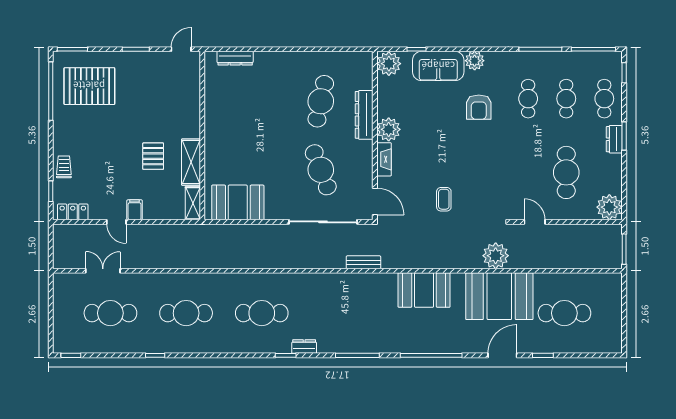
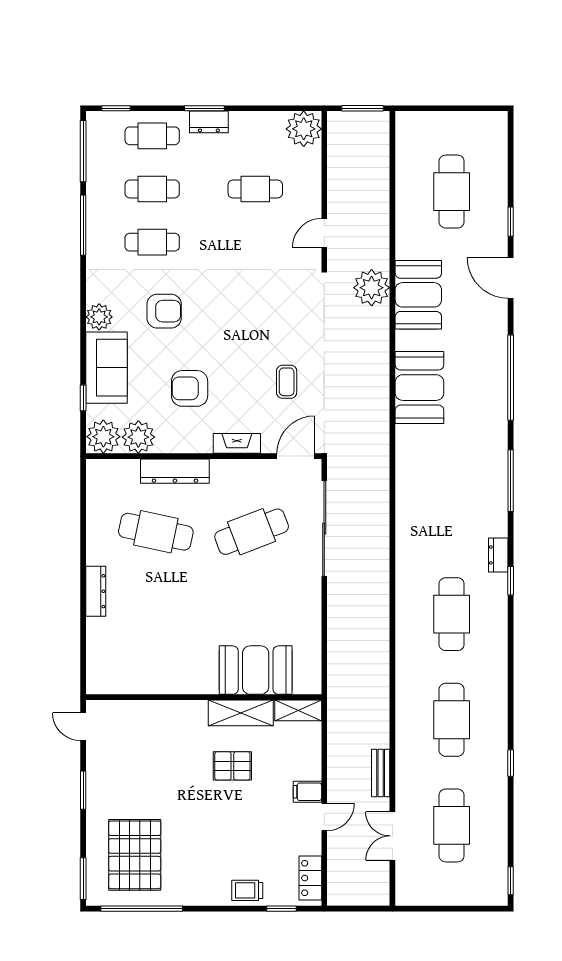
dresser: (235, 58) -> (96, 591), moved
armchair: (423, 125) -> (190, 388), added
plant: (389, 129) -> (138, 437), moved
cafe table: (566, 172) -> (255, 189), width x0.73, depth x0.74
coffee table: (444, 199) -> (287, 382), moved, turned 90
booth: (238, 202) -> (256, 670), moved, turned 90
bench: (363, 262) -> (381, 773), moved
booth: (499, 296) -> (418, 295), width x0.73, depth x0.70

